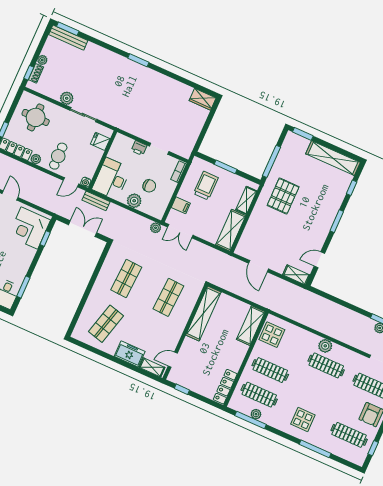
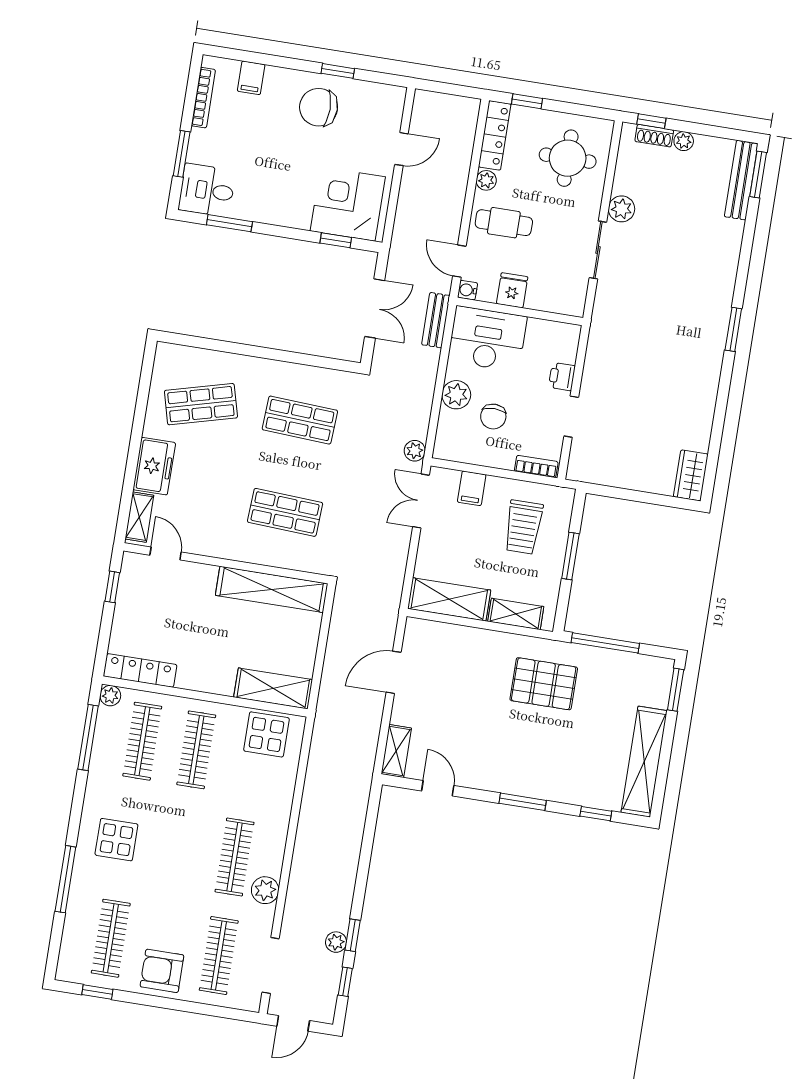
fridge: (100, 141) -> (512, 290), moved
trolley: (206, 186) -> (523, 527), turned 90
shop shelf: (106, 324) -> (201, 404), turned -30
plant: (325, 346) -> (265, 890), moved
plant: (256, 414) -> (110, 696), moved

